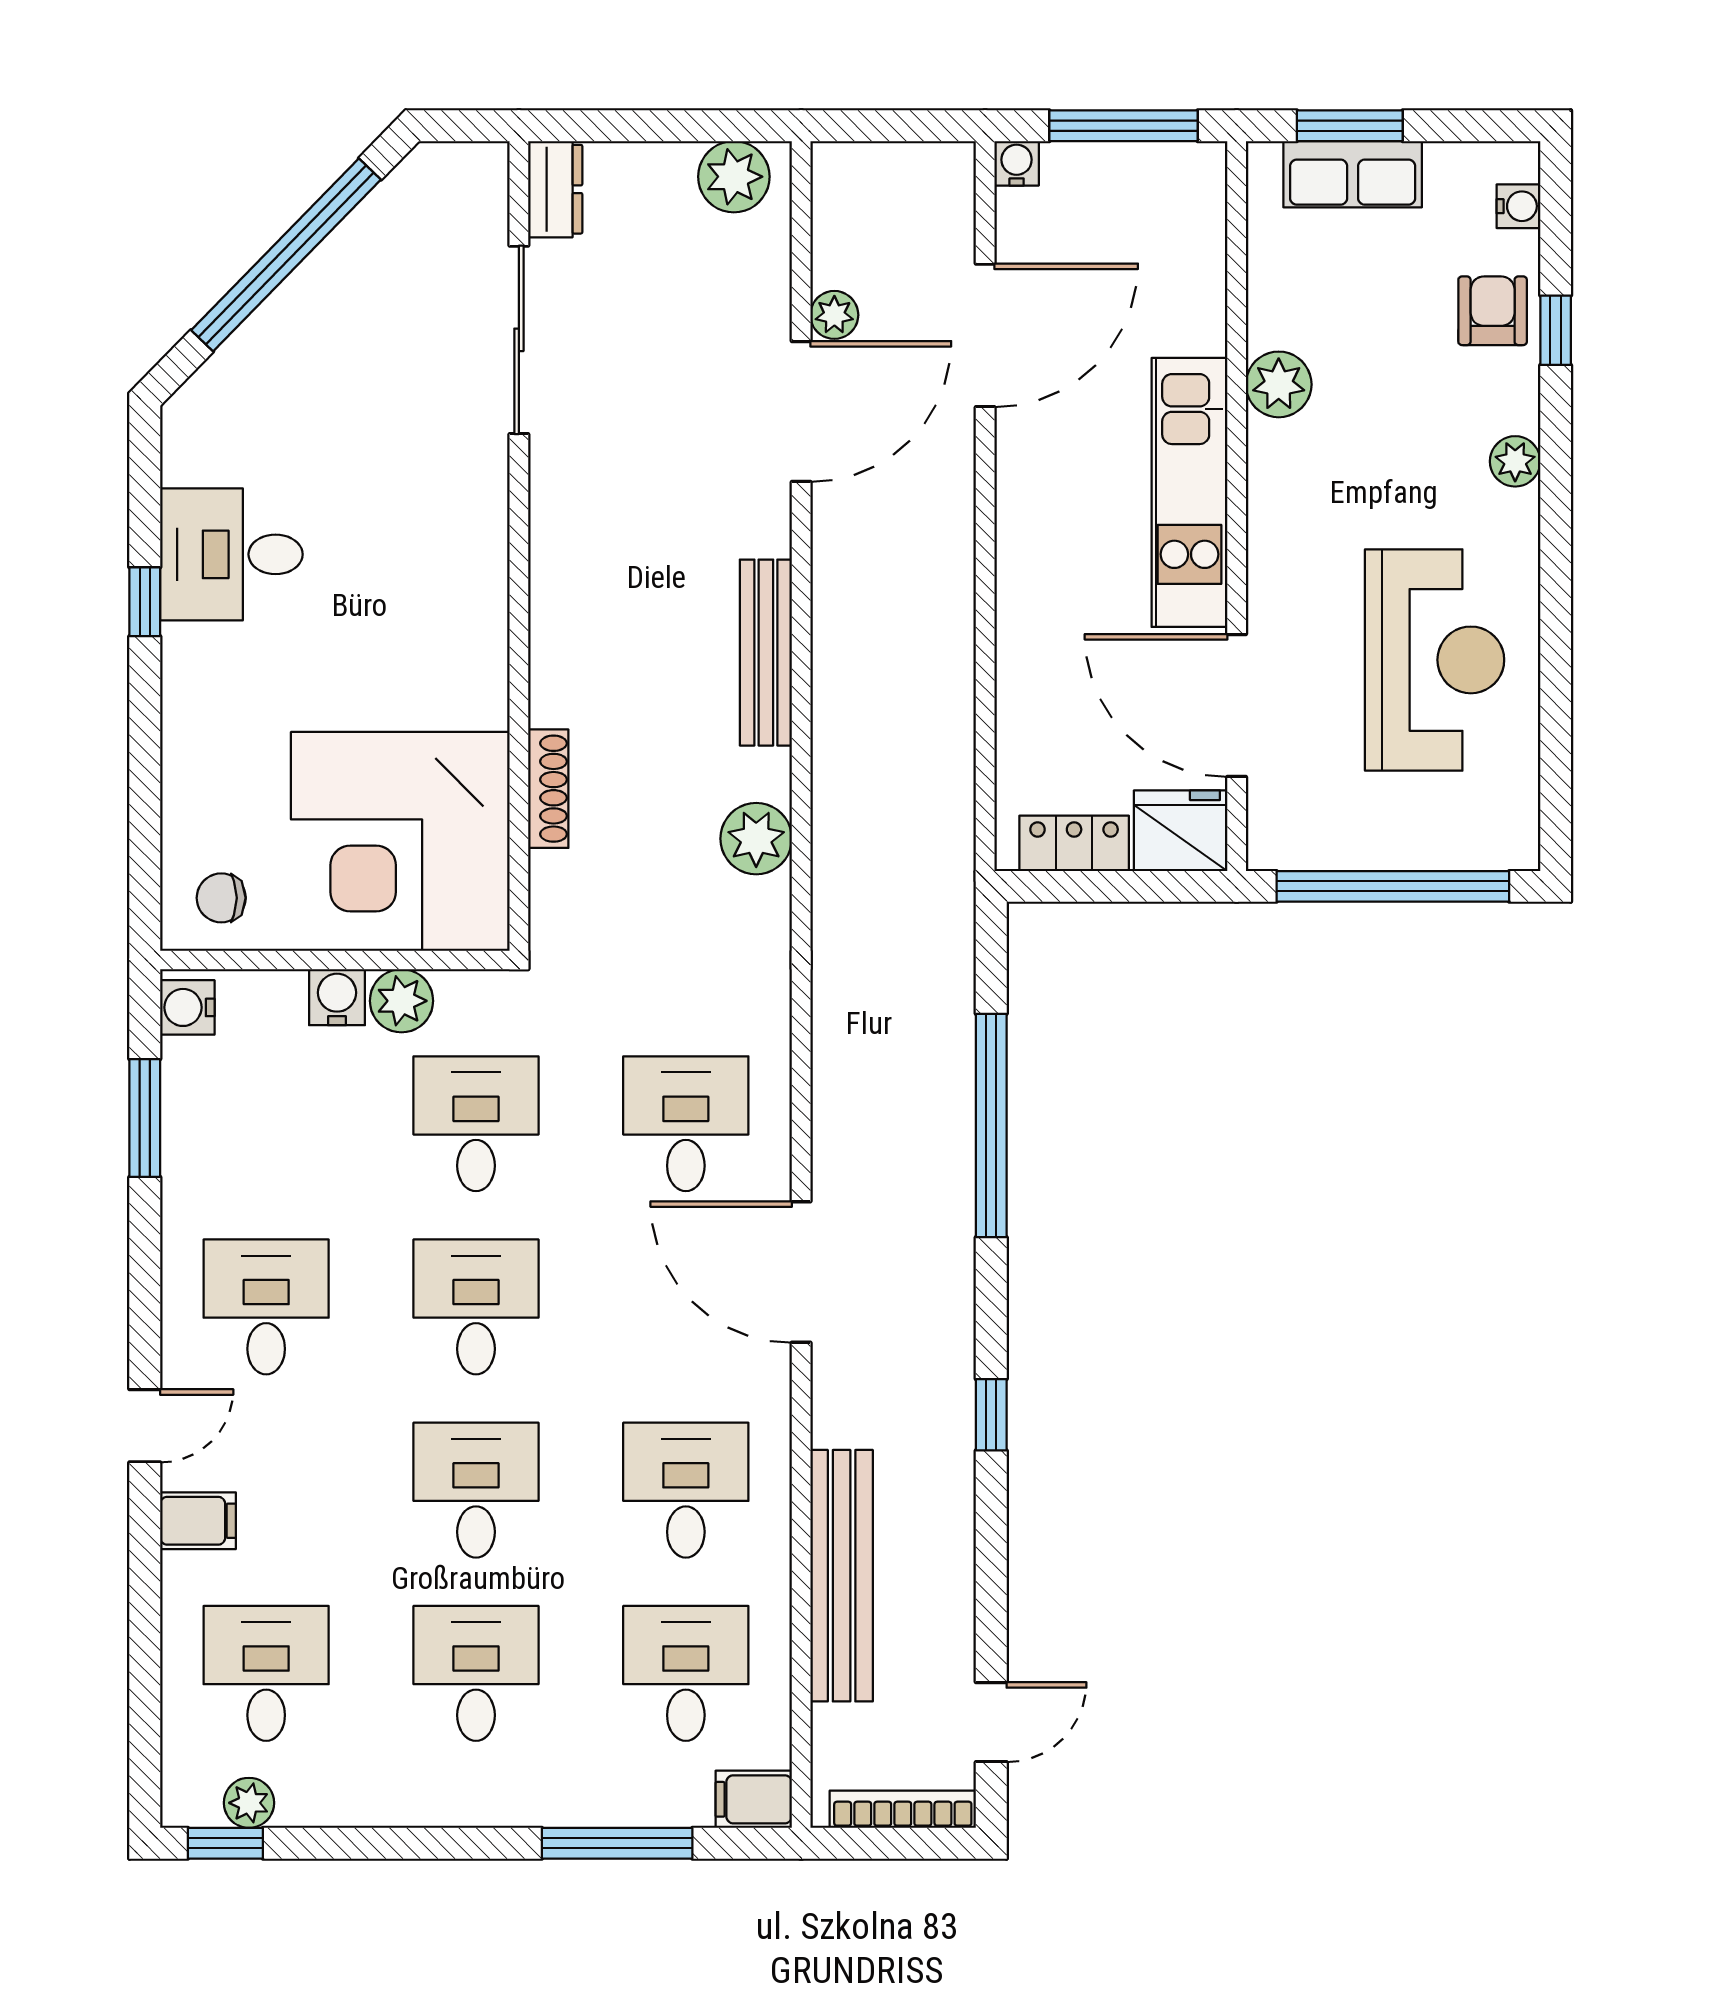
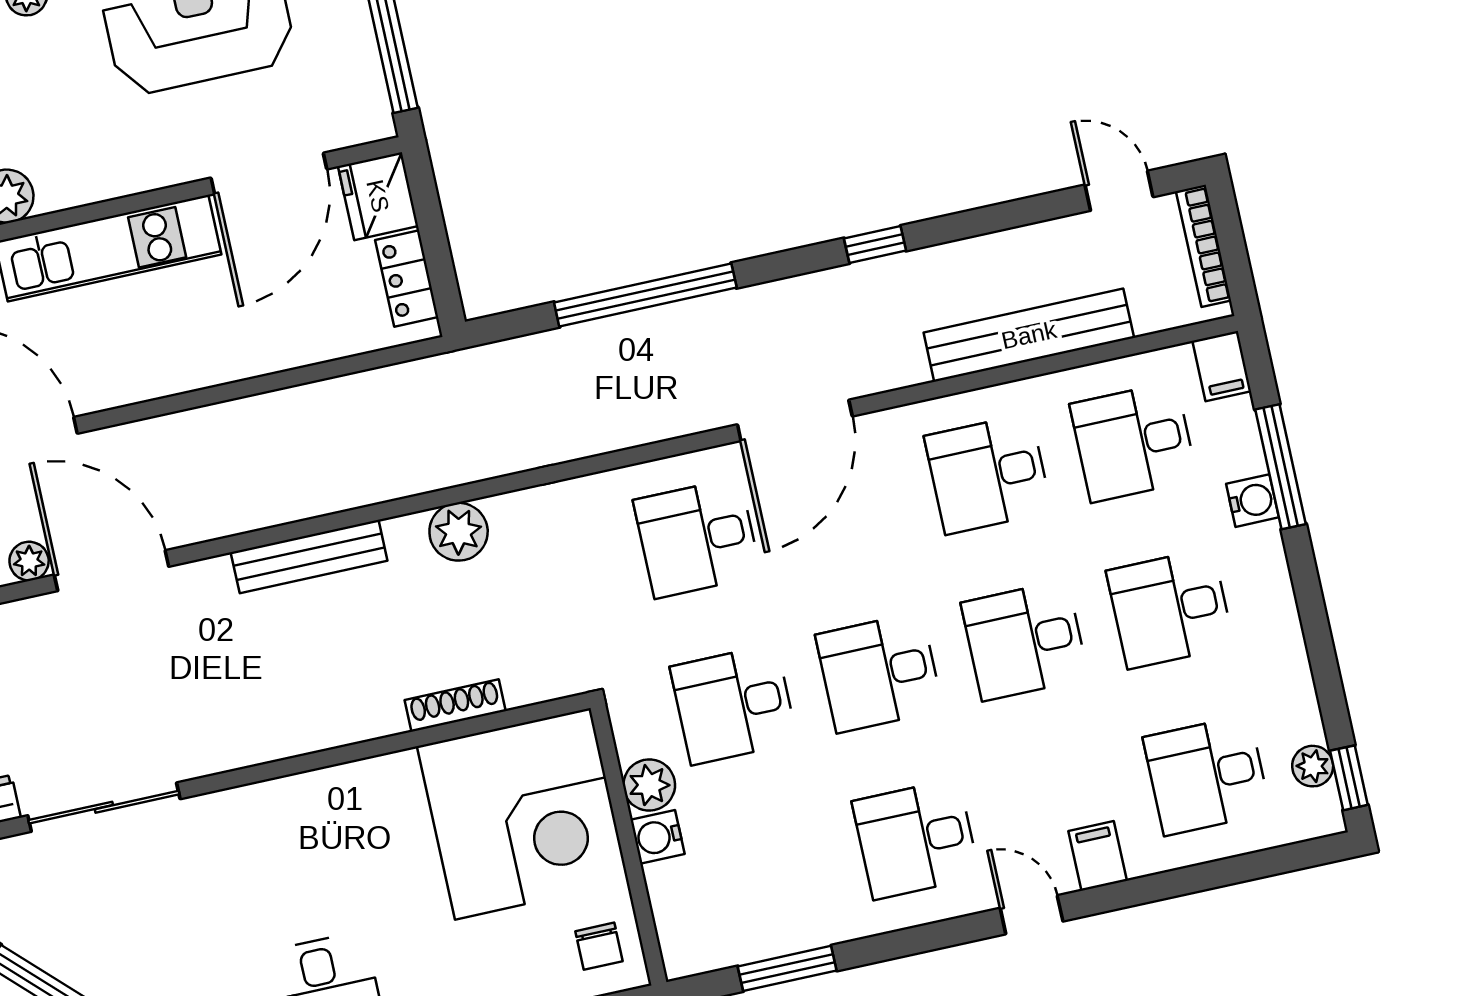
water cooler: (187, 1007) -> (1253, 501), moved, turned -90

